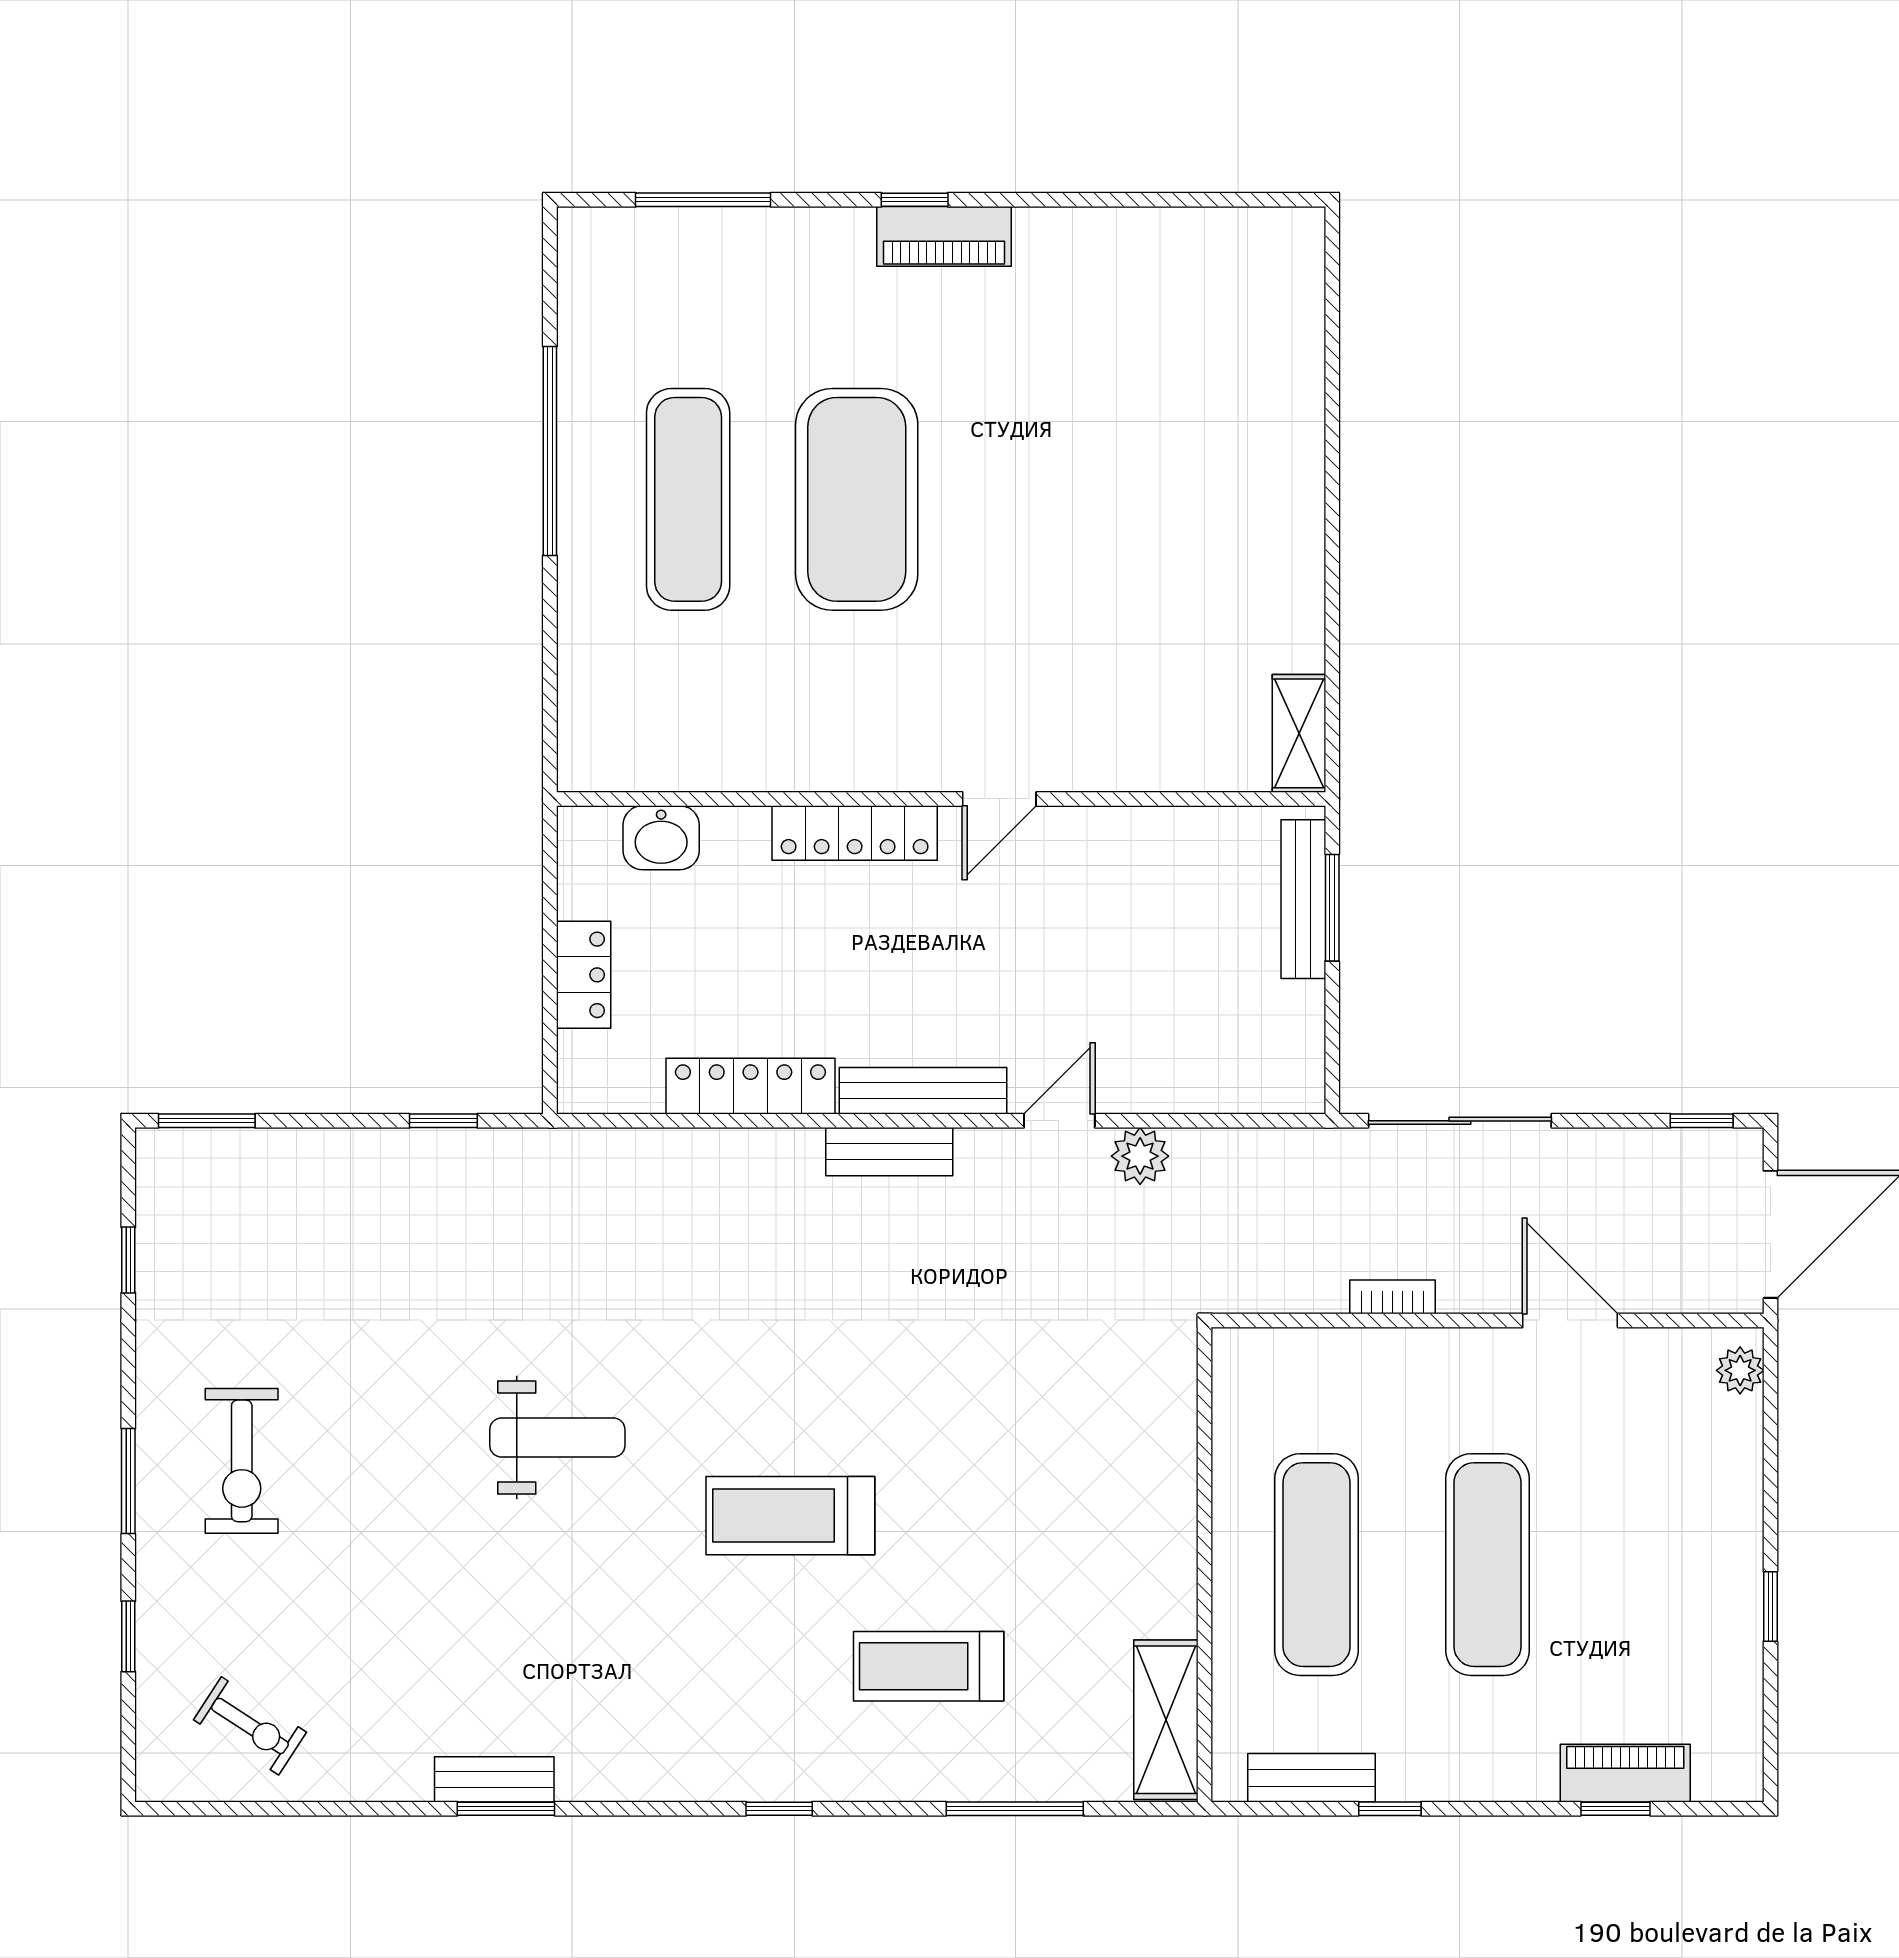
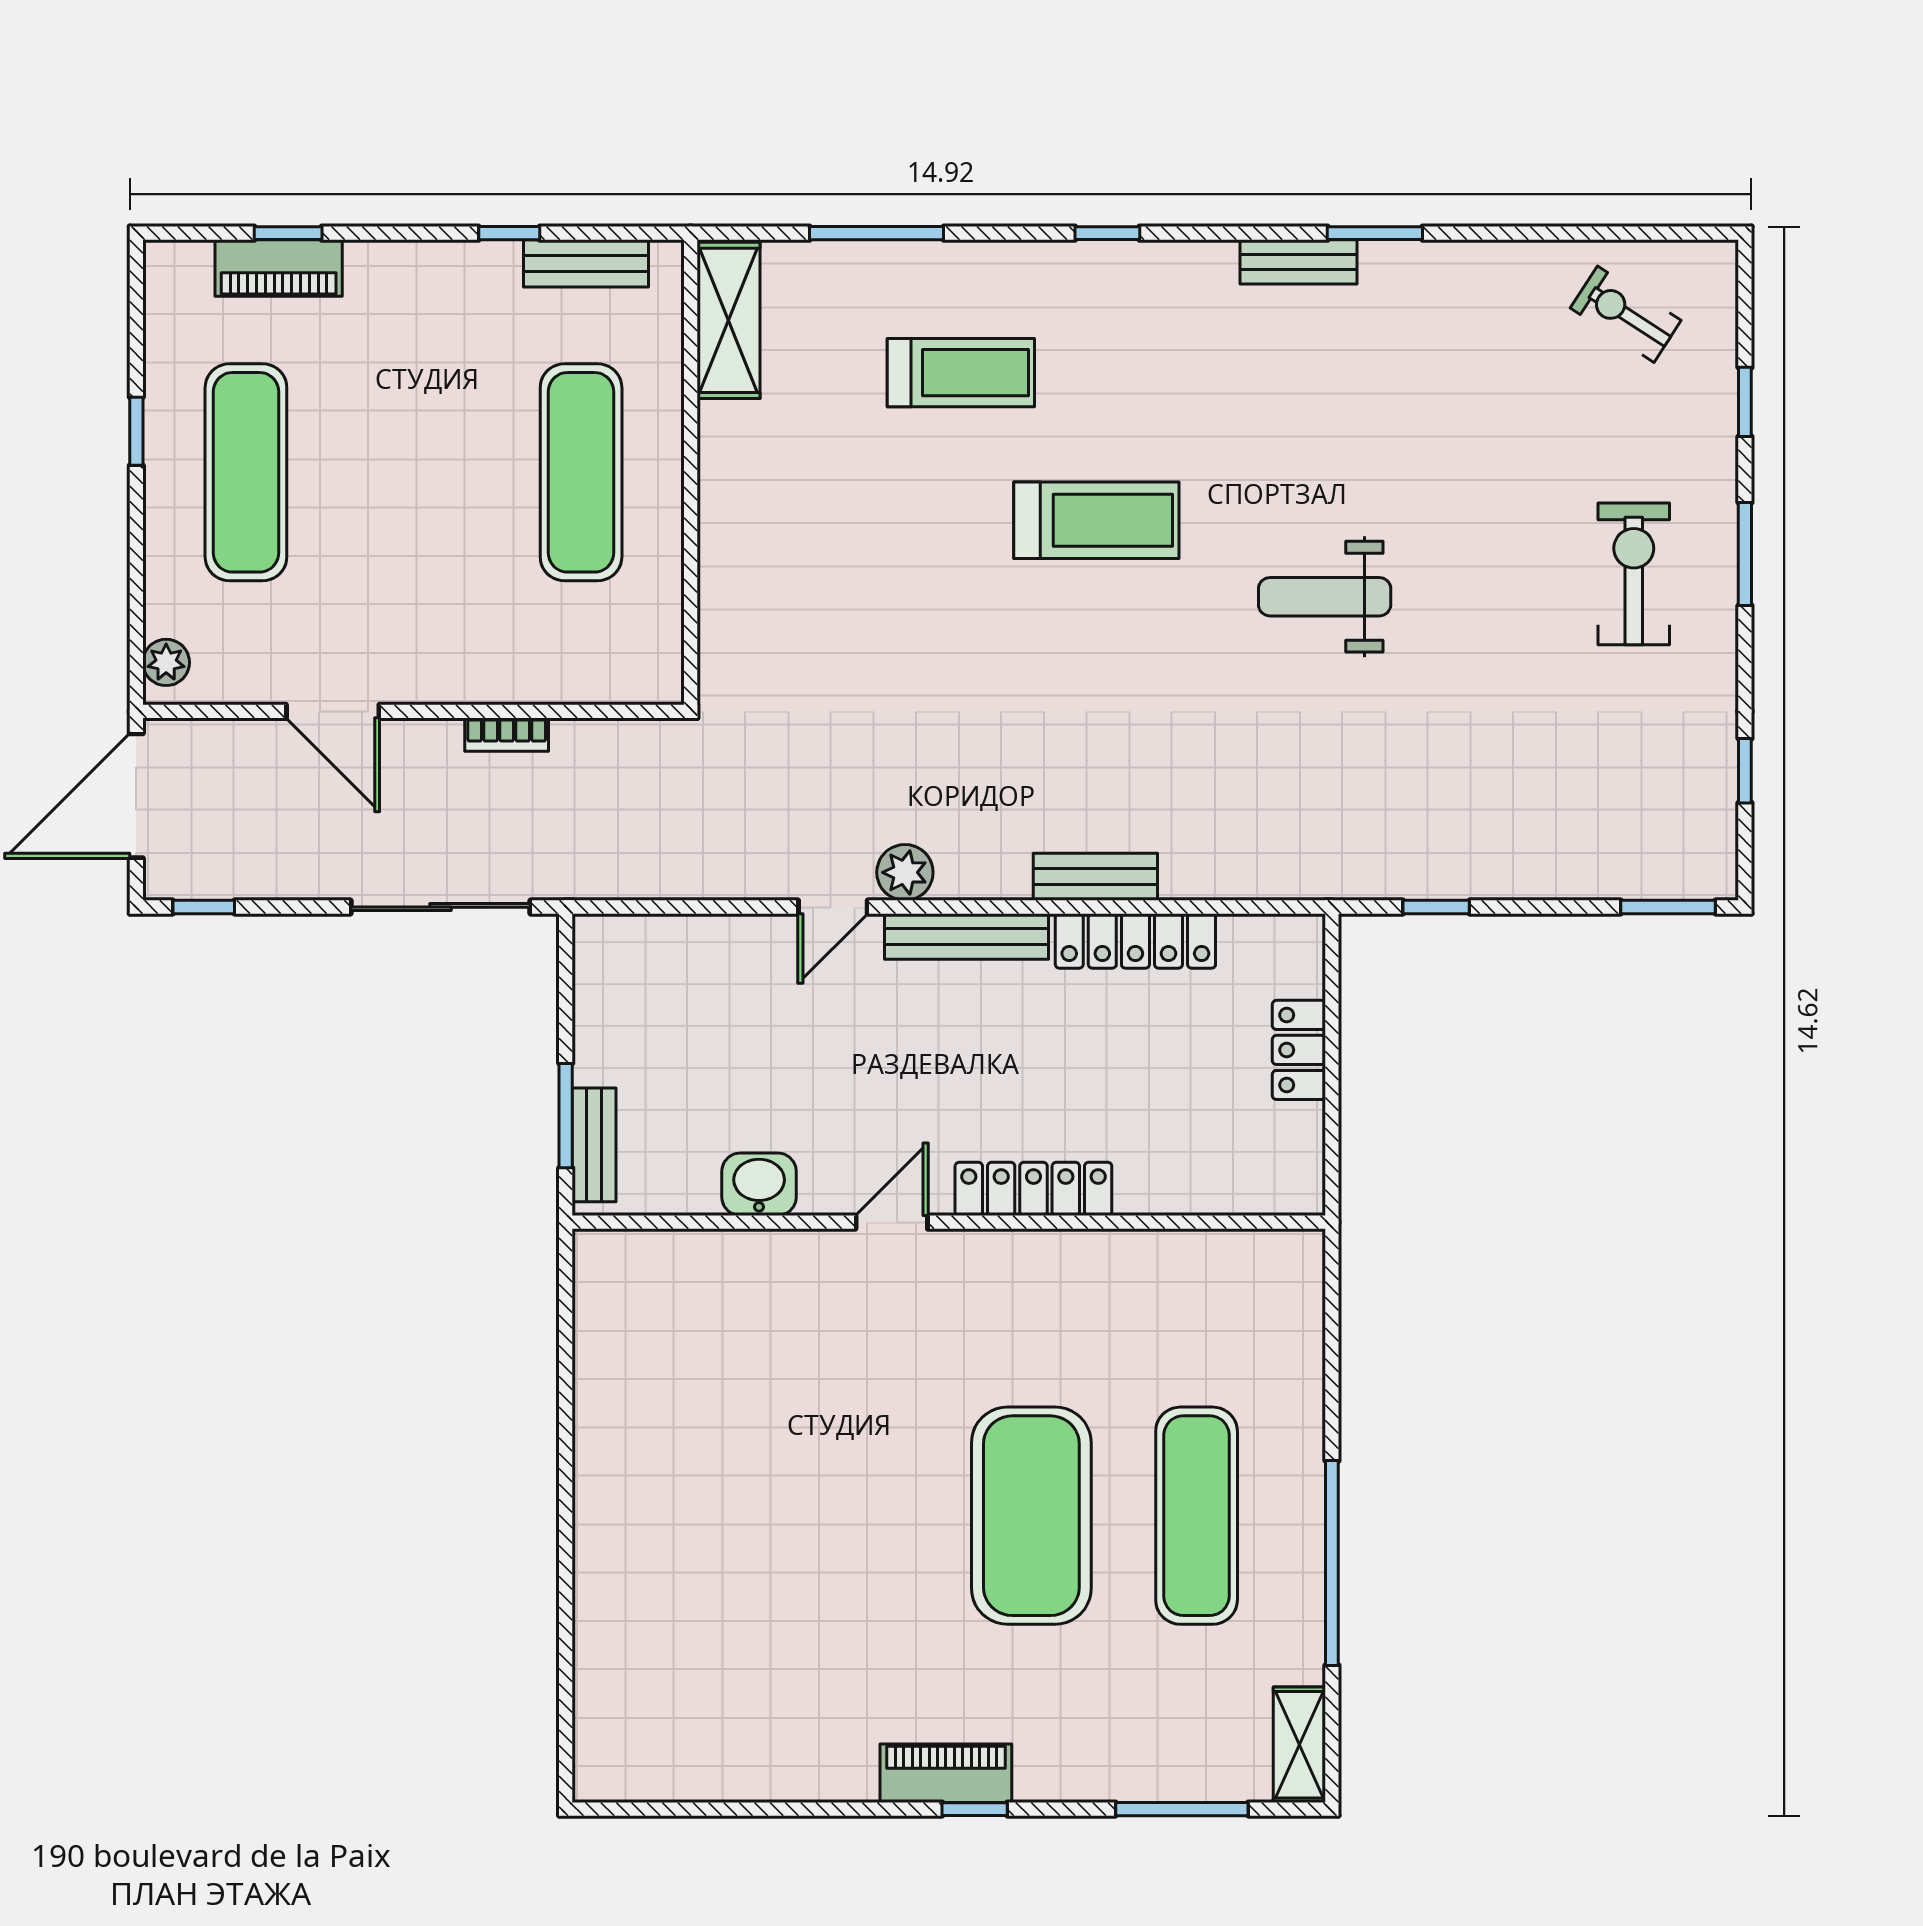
shelving: (1299, 733) -> (1299, 1745), moved
washbasin: (661, 838) -> (759, 1184), moved
bench: (1303, 899) -> (594, 1145), width x0.73
bench: (889, 1152) -> (1095, 877), moved
plant: (1140, 1156) -> (905, 872), moved
exercise mat: (1488, 1565) -> (246, 472), moved
bench: (494, 1779) -> (1299, 262), moved

